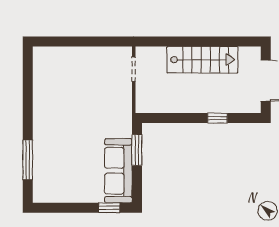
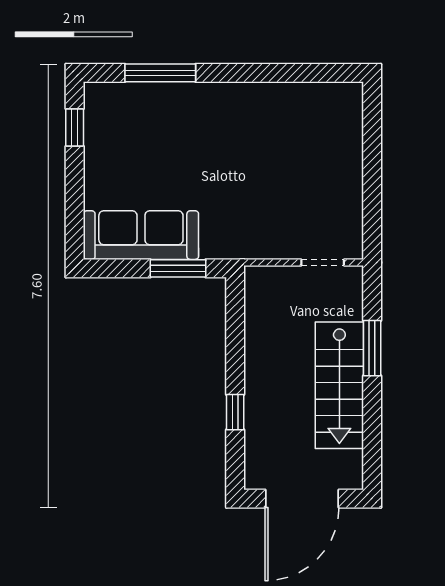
window: (182, 41) -> (372, 348), added
window: (109, 208) -> (75, 127), moved

